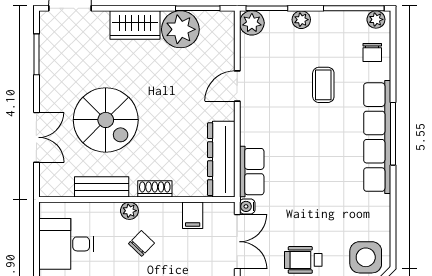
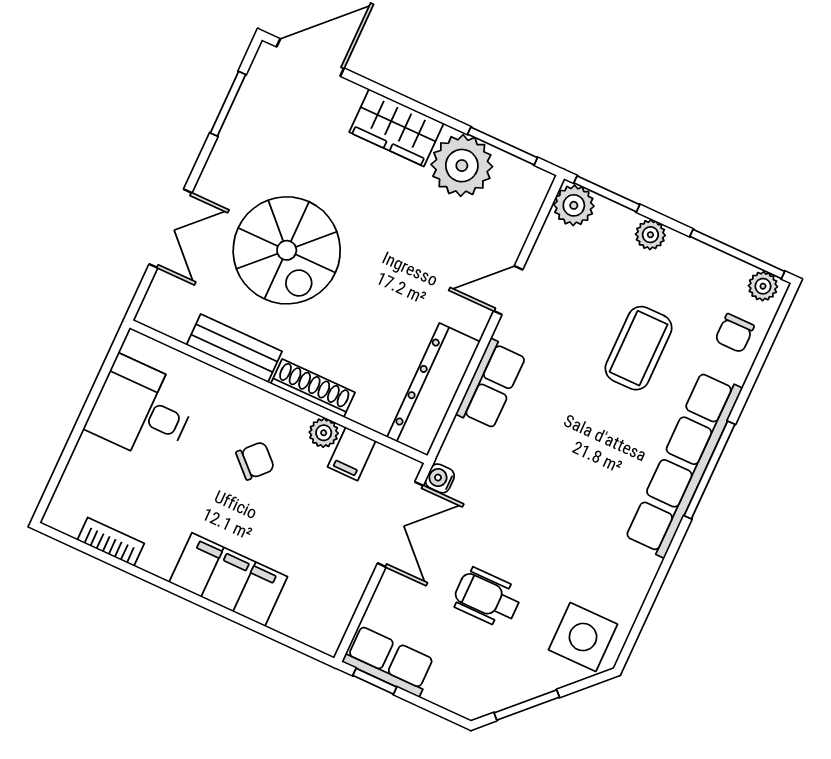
coffee table: (323, 85) -> (639, 348), width x1.36, depth x1.30
row of seats: (252, 172) -> (491, 384), moved
shoe rack: (155, 189) -> (313, 388), width x1.43
plant: (129, 211) -> (324, 433), moved

